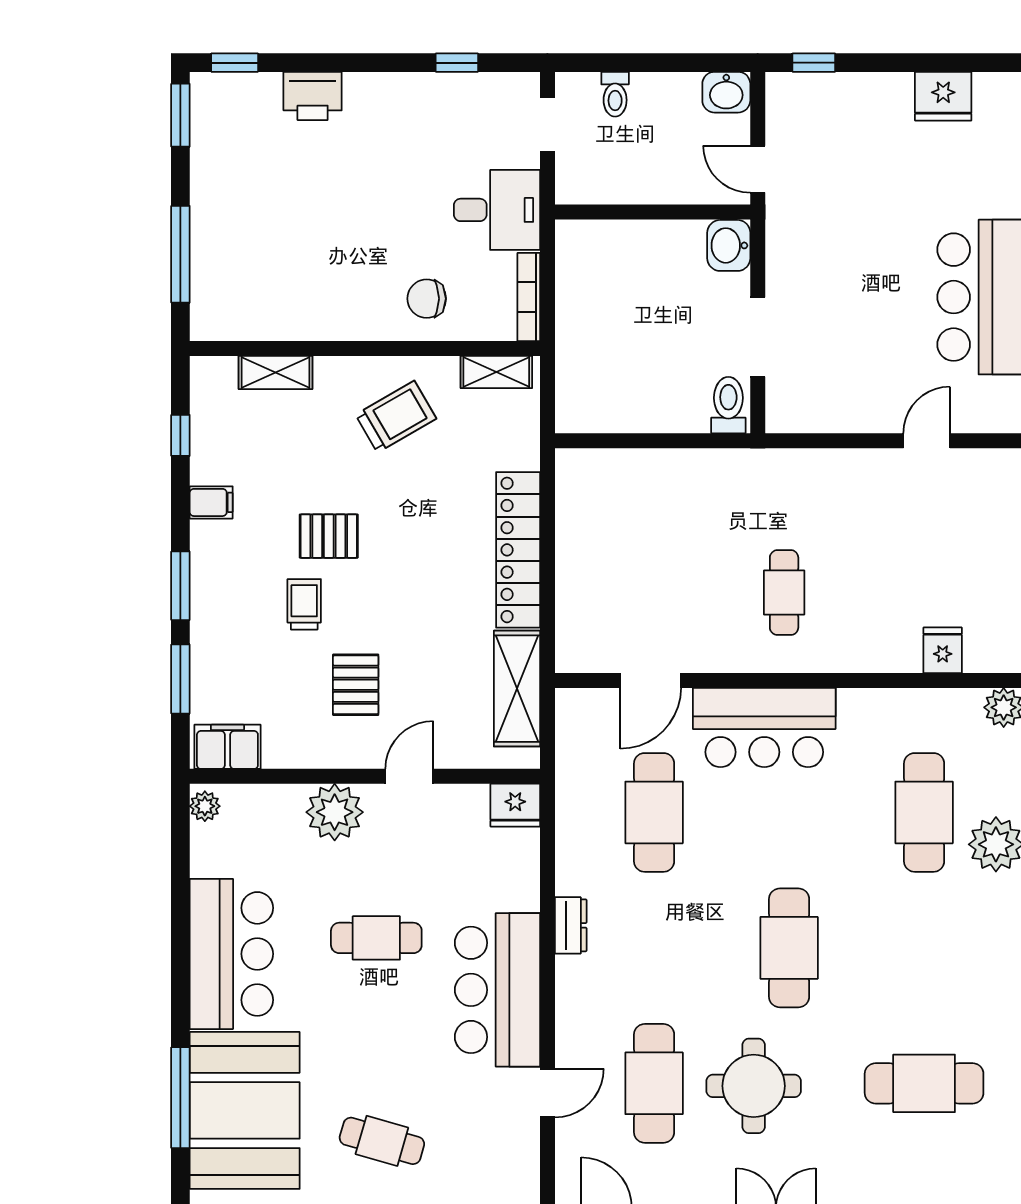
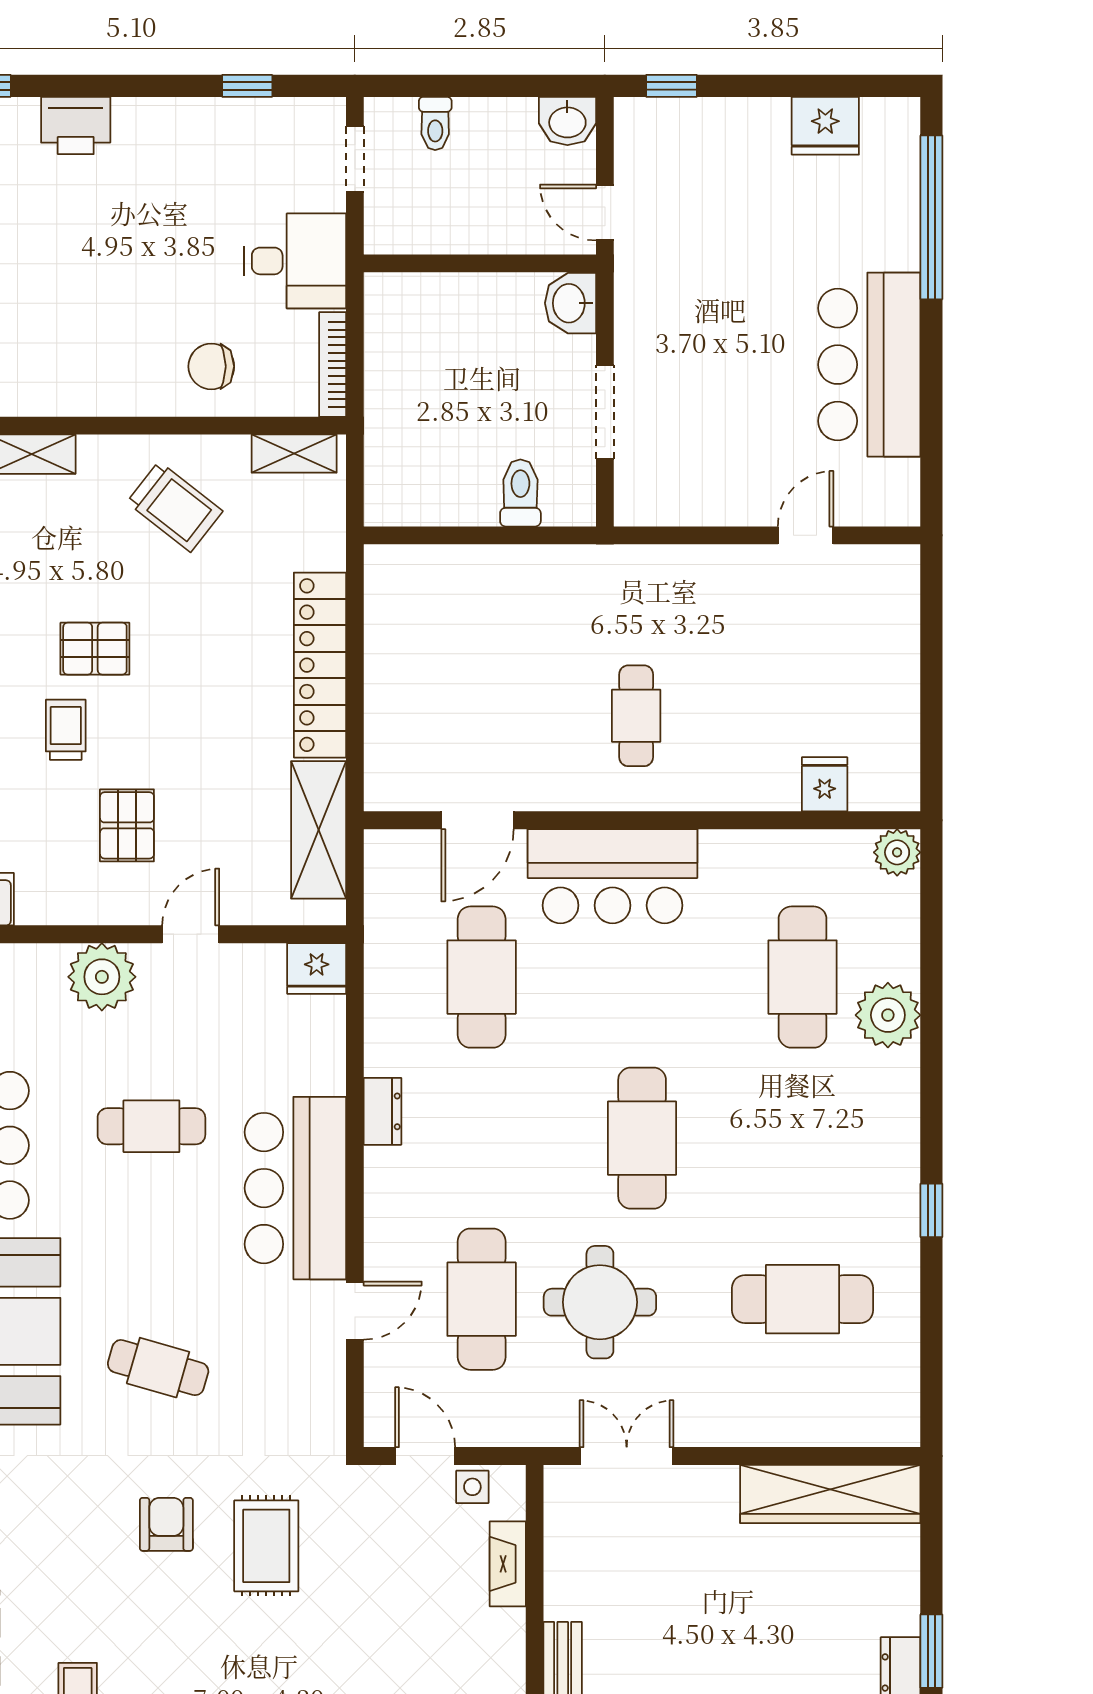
toilet: (728, 405) -> (520, 493), moved
trolley: (396, 417) -> (175, 507), turned 68

